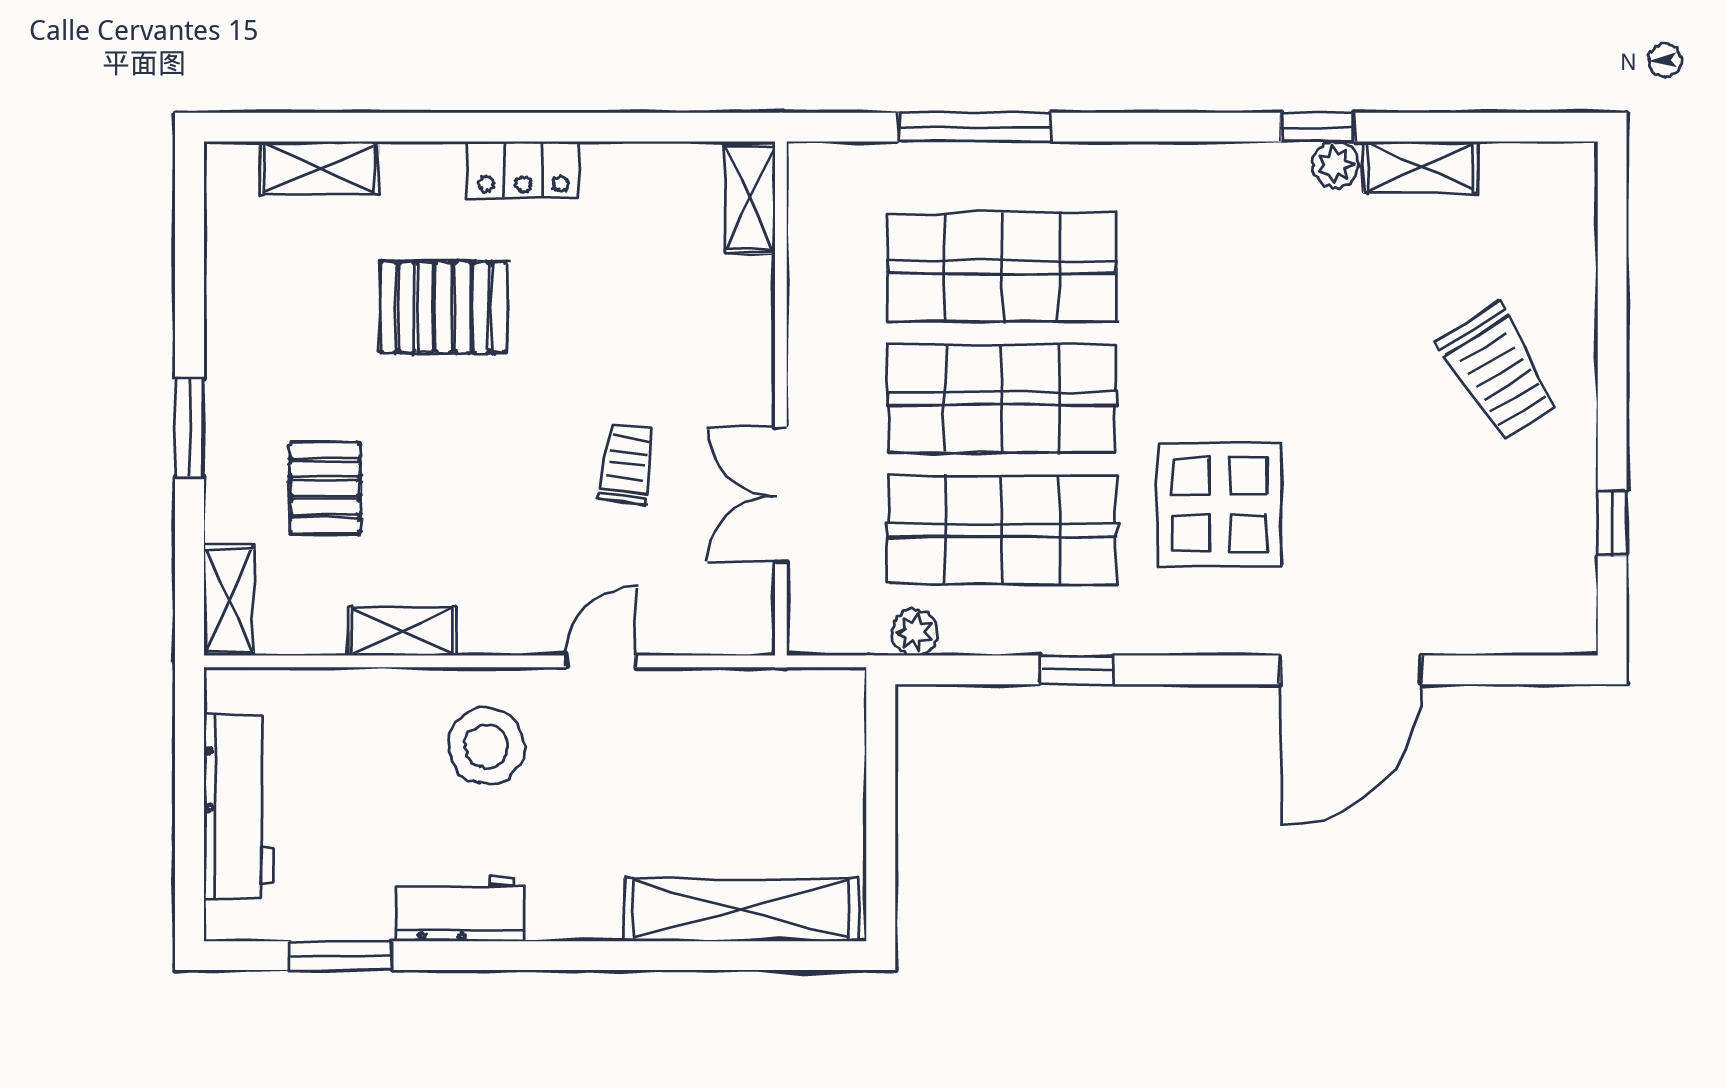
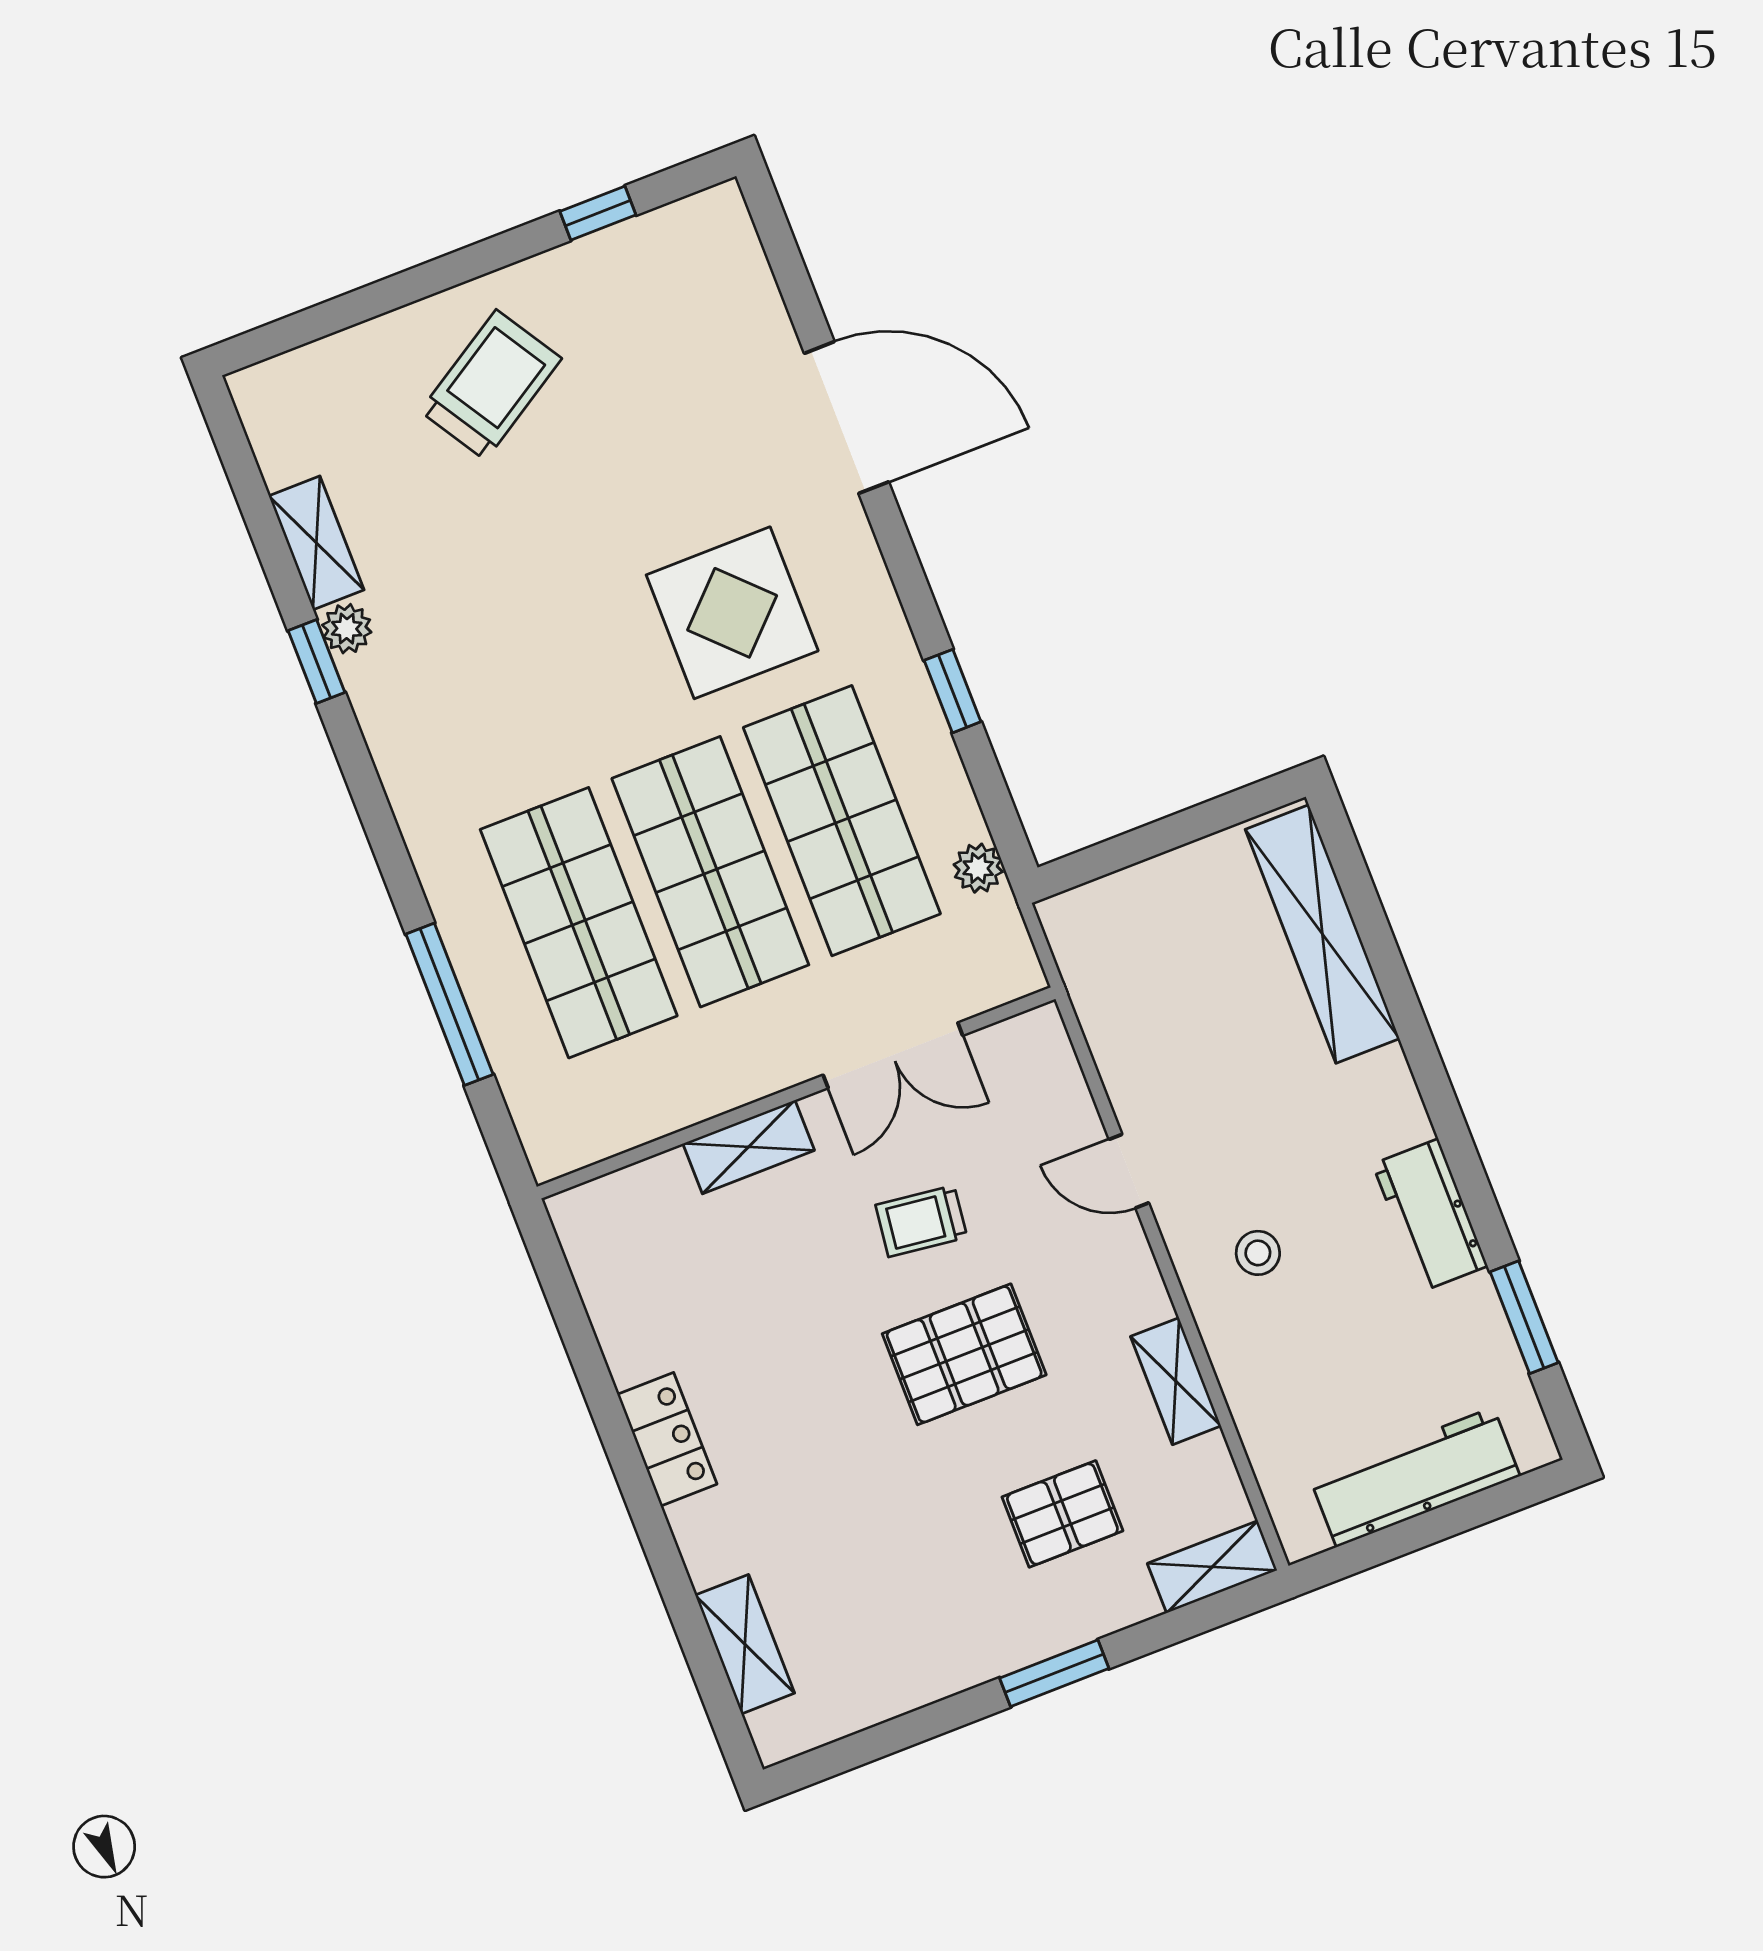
shelving: (750, 198) -> (749, 1147), moved
pallet: (444, 307) -> (964, 1354), moved, turned 90
stool: (486, 746) -> (1258, 1253), width x0.53, depth x0.53

